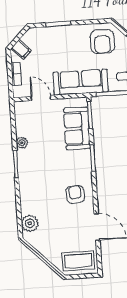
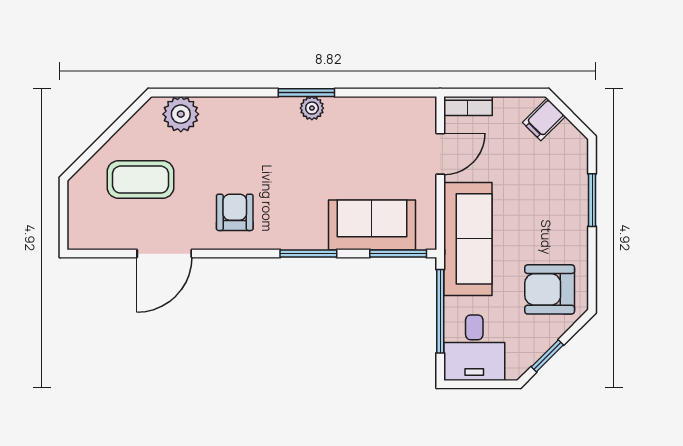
bookcase: (16, 74) -> (468, 106), moved
plant: (22, 143) -> (312, 108), moved
armchair: (75, 194) -> (235, 212), turned -86
coffee table: (78, 261) -> (140, 180), moved, turned 90

